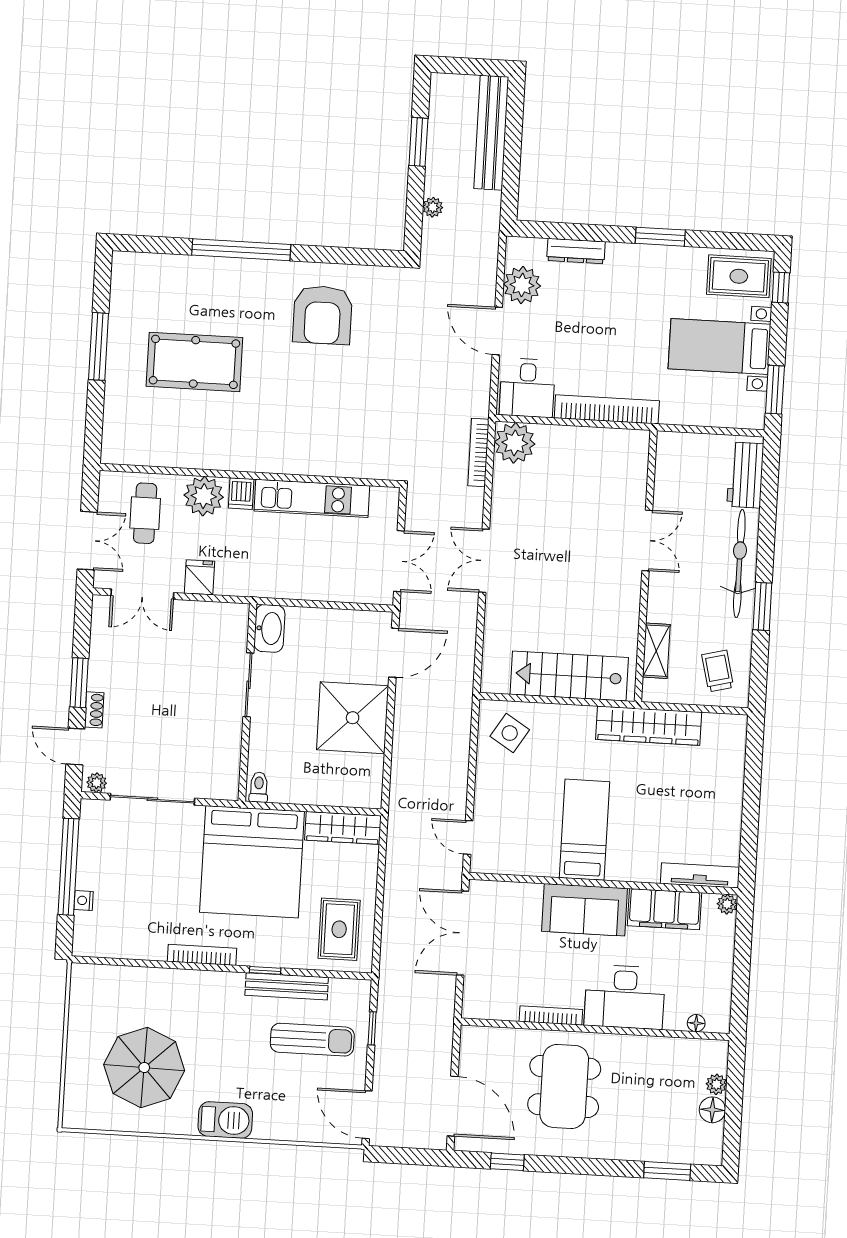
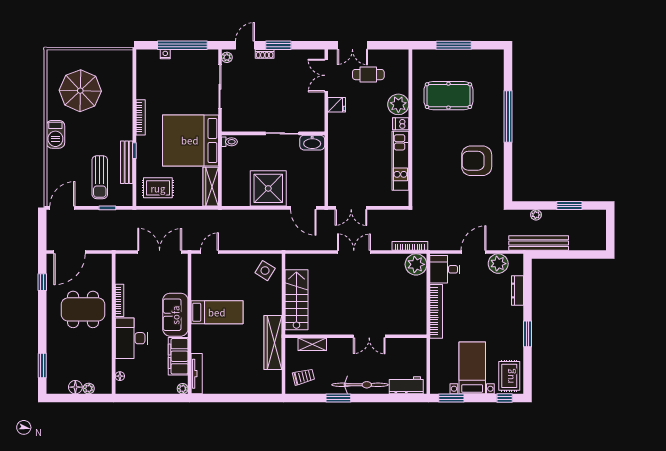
bench: (491, 133) -> (539, 243), moved
pool table: (194, 362) -> (448, 96), turned 90
wall: (250, 475) -> (410, 128), moved
dishwasher: (241, 494) -> (401, 124), moved
plant: (204, 496) -> (398, 104), moved
kitchen unit: (312, 498) -> (400, 161), moved

